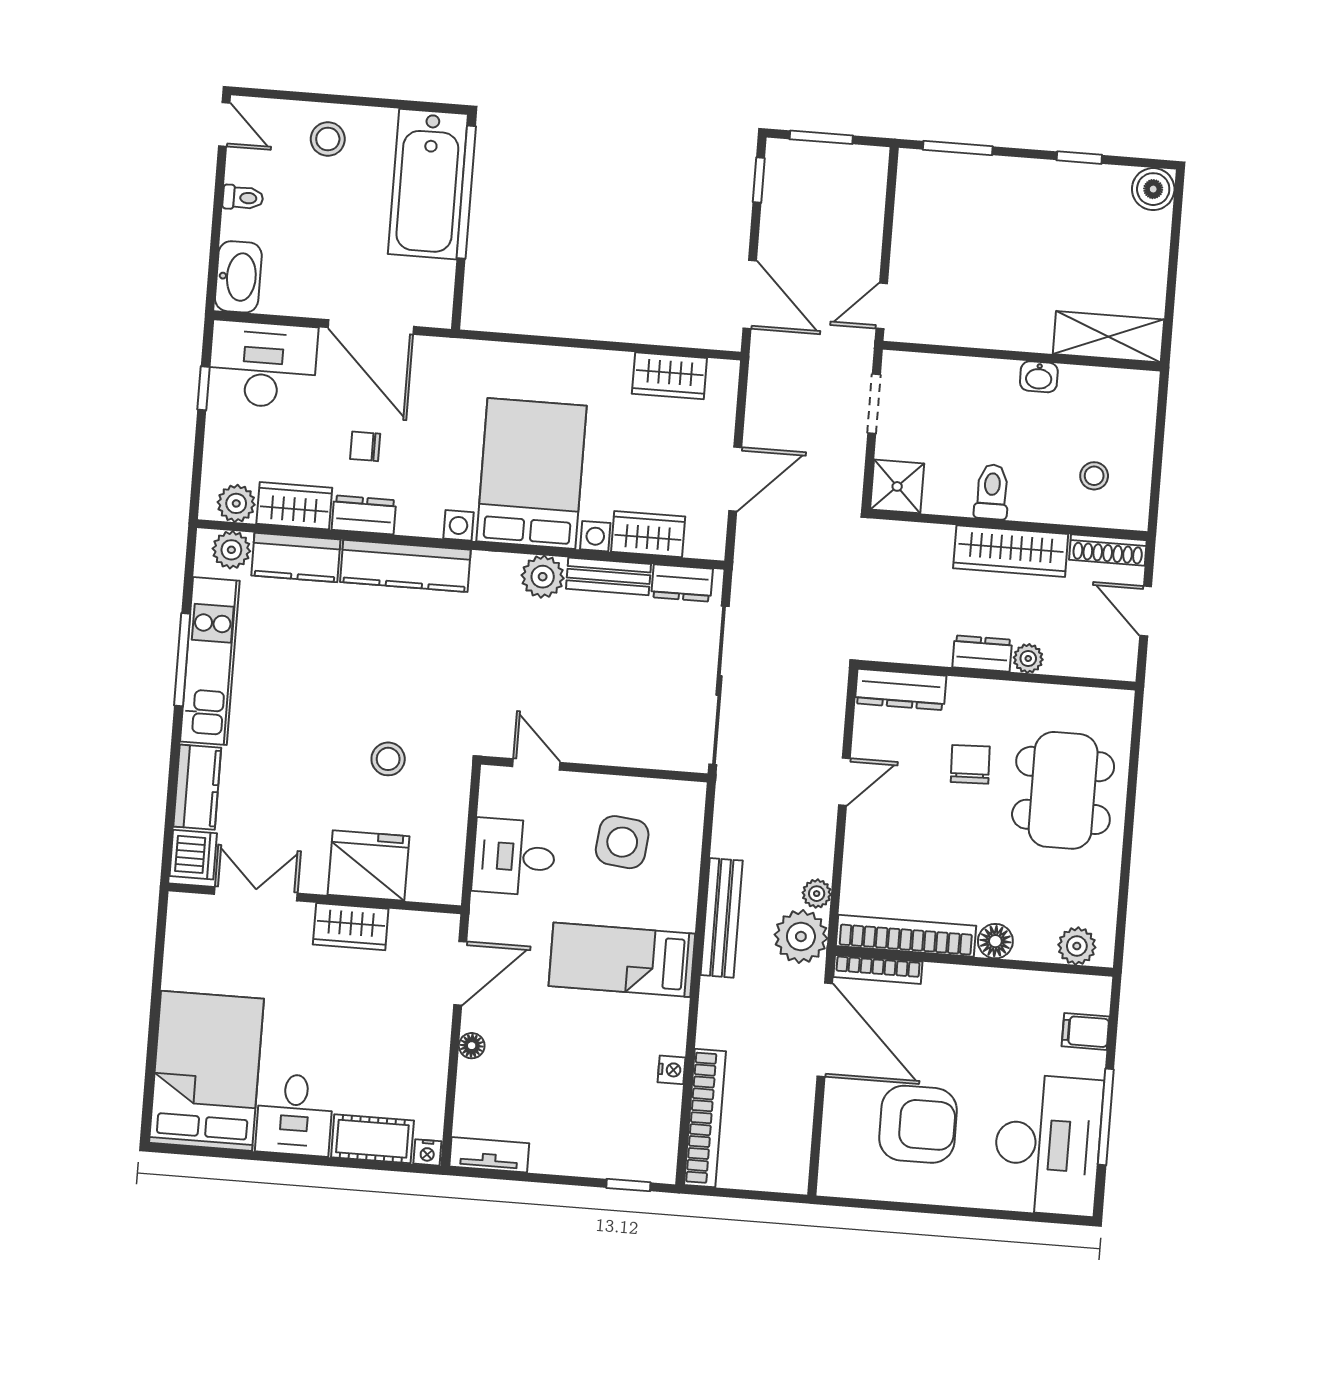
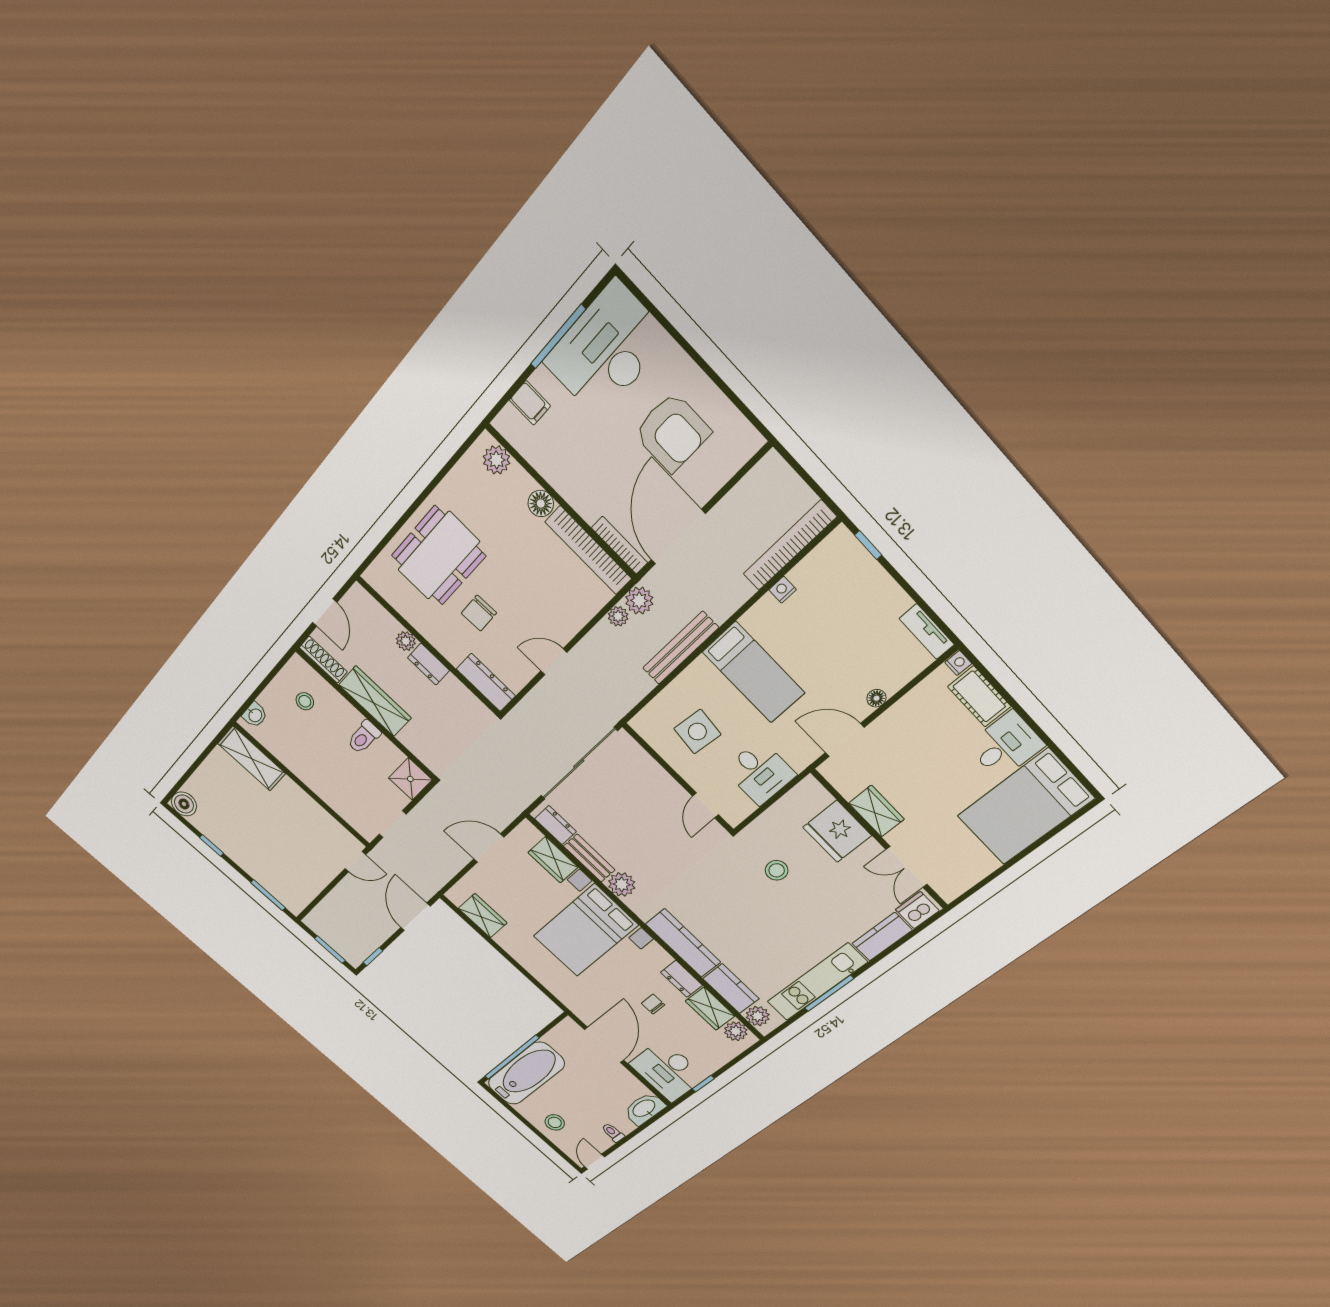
washbasin: (1039, 377) -> (255, 715), moved, turned 90
chair: (365, 446) -> (653, 1004), turned 180
plant: (801, 936) -> (639, 601), width x0.73, depth x0.73
armchair: (918, 1124) -> (672, 432), turned 180

